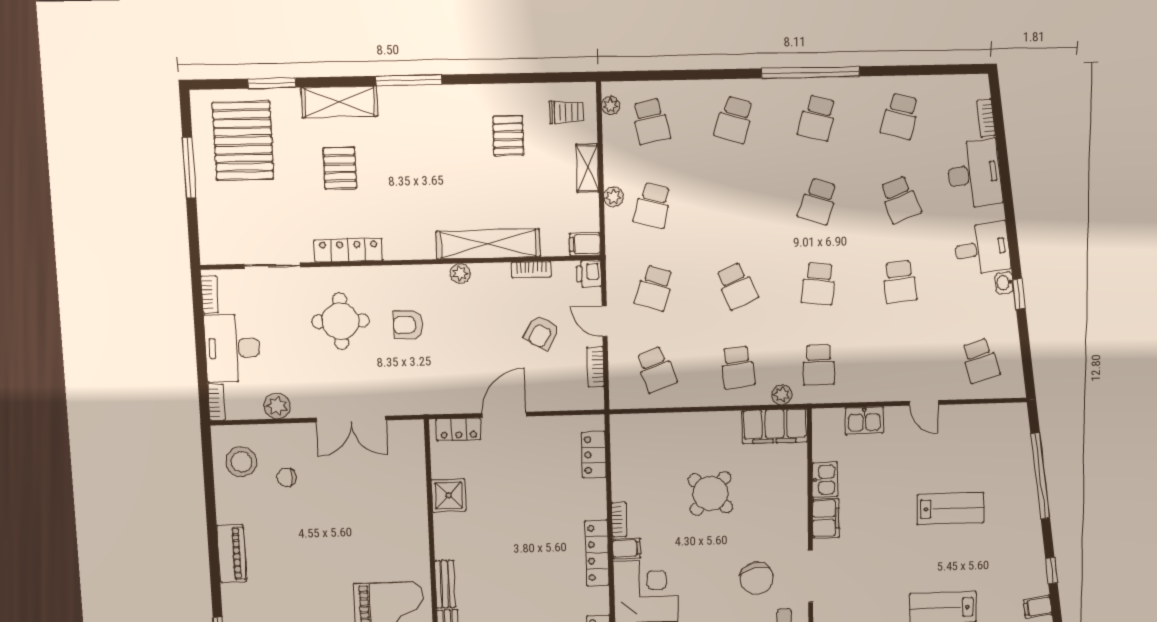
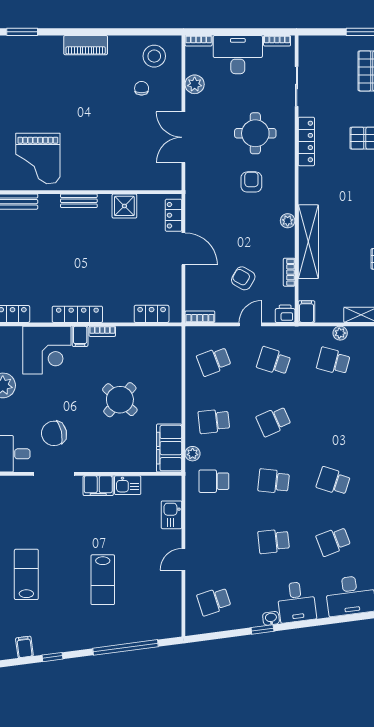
bookcase: (595, 367) -> (200, 317), moved
bench: (445, 584) -> (79, 201), moved

